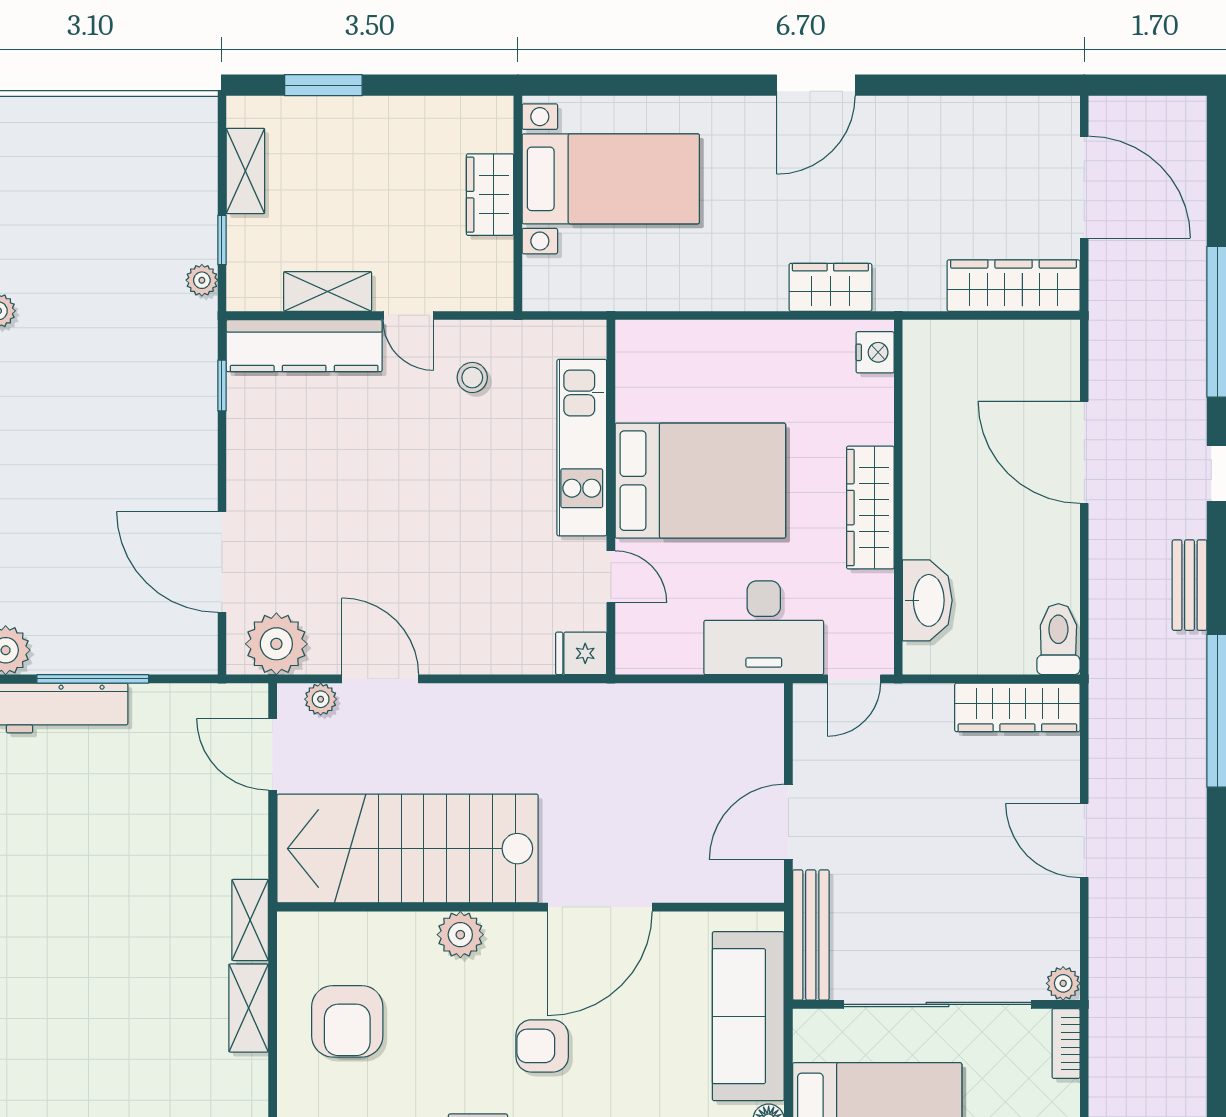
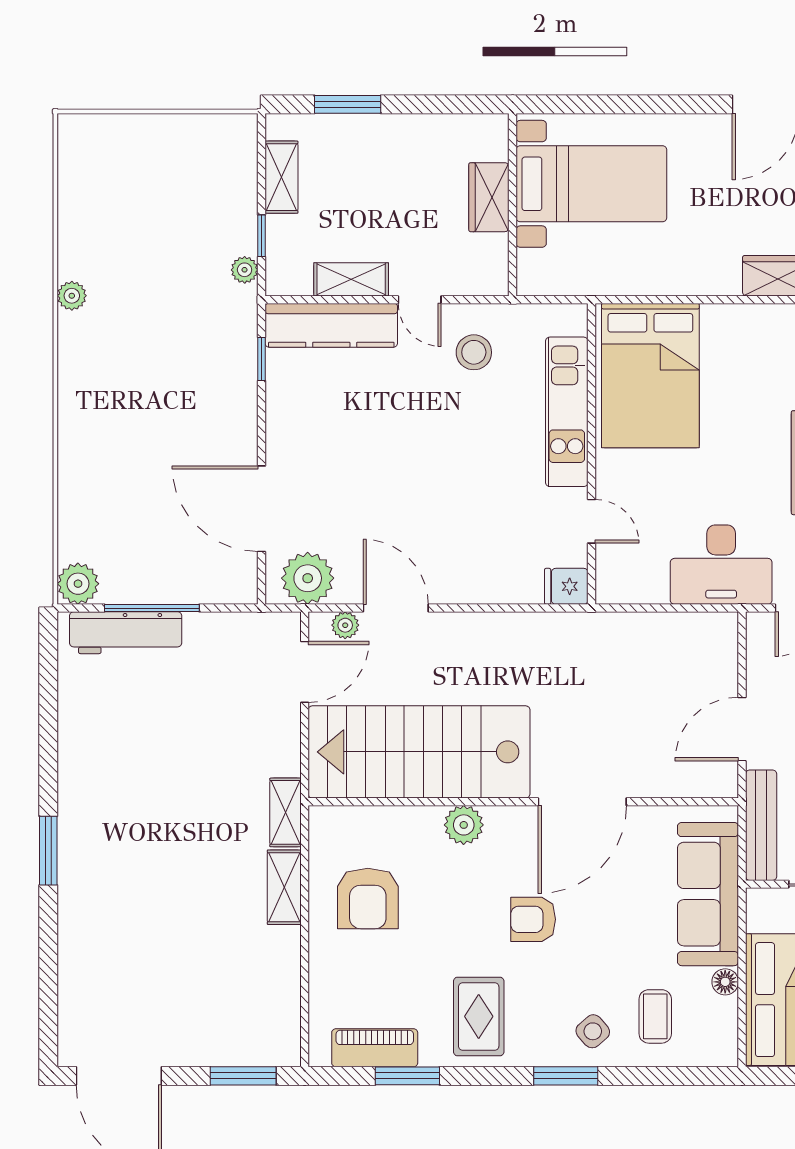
stool: (472, 377) -> (474, 352), width x1.37, depth x1.37
bed: (700, 481) -> (650, 376), moved, turned 90
door: (273, 754) -> (305, 672), swing flipped

